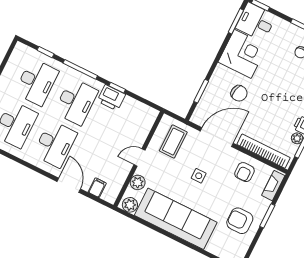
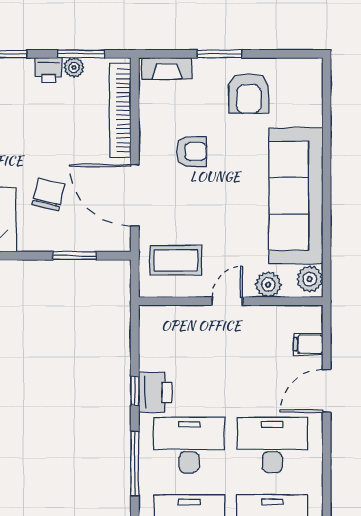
door: (139, 157) -> (227, 301), swing flipped
armchair: (244, 172) -> (192, 152), moved
side table: (199, 176) -> (210, 193), removed

